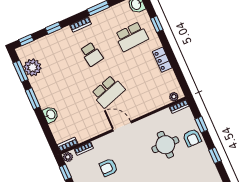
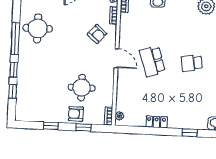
school desk: (132, 37) -> (190, 105), removed
door: (122, 126) -> (116, 58), hinge flipped
armchair: (108, 167) -> (97, 34), moved, turned 131

